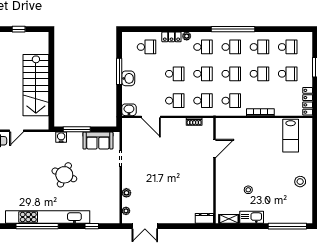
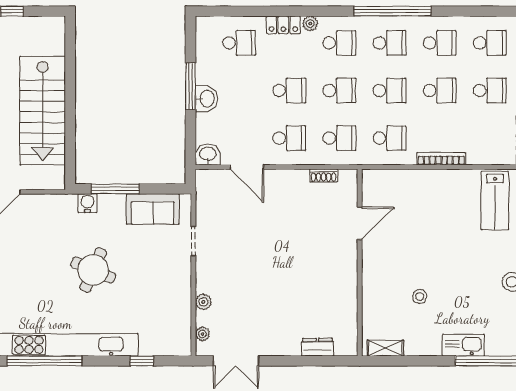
kitchen sink: (252, 217) -> (464, 345), moved
dresser: (204, 218) -> (317, 347), moved

